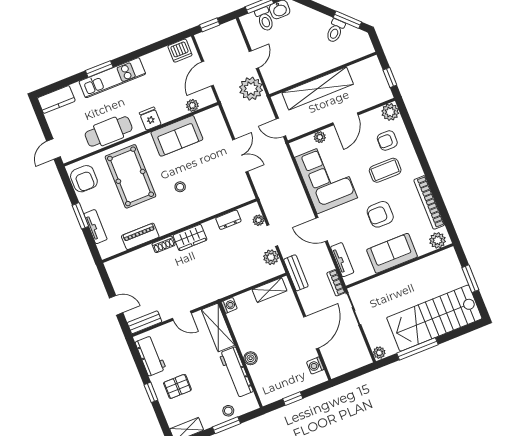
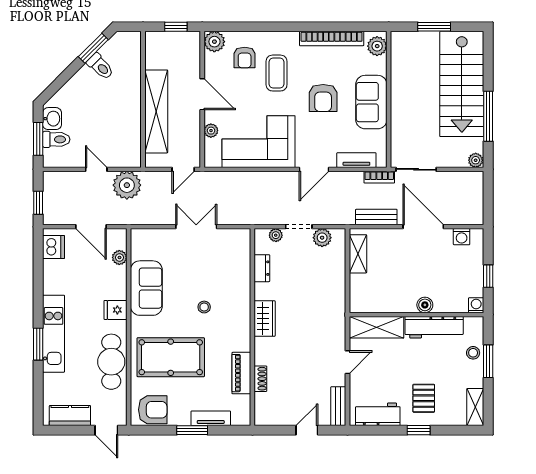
kitchen counter: (56, 99) -> (70, 416), moved, turned -90
shoe rack: (164, 244) -> (260, 379), moved
bench: (296, 273) -> (376, 217), moved
washing machine: (229, 305) -> (476, 305), moved

